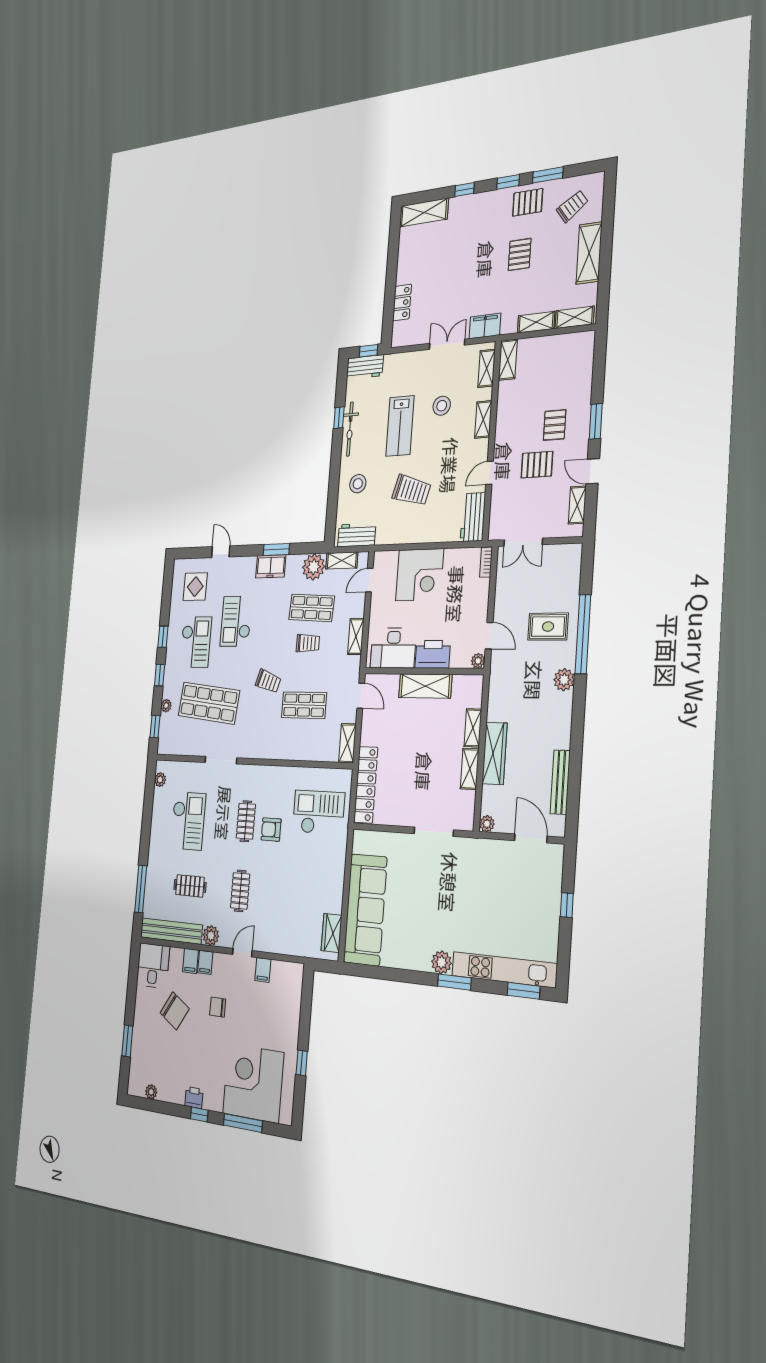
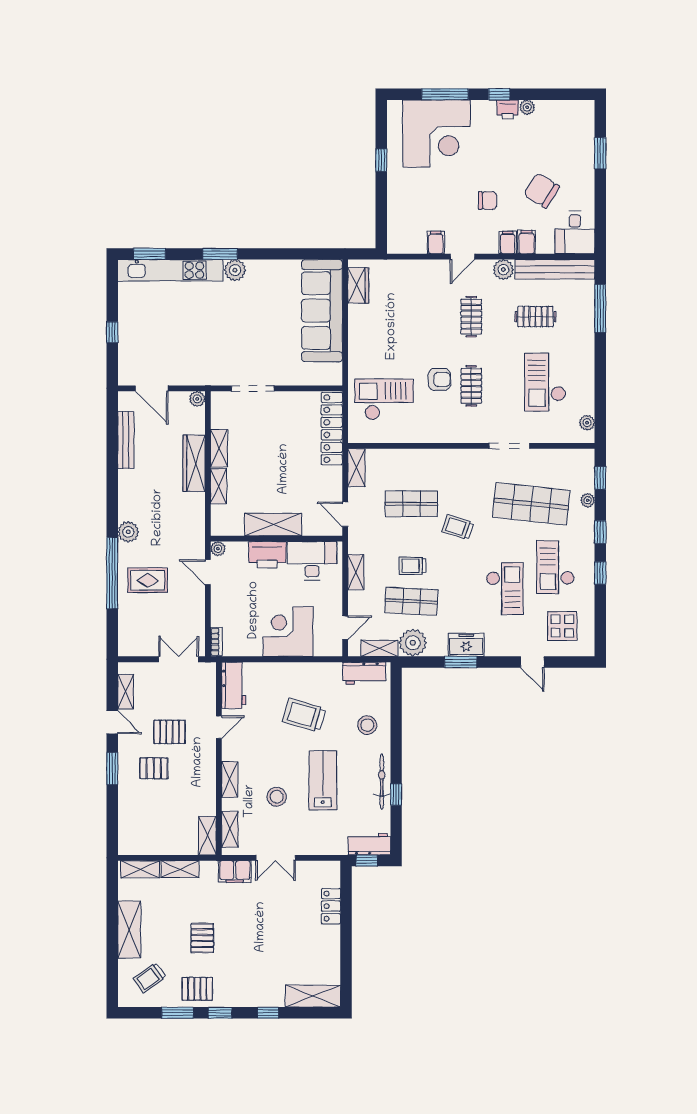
pallet: (555, 425) -> (154, 768), turned 90
checkout: (319, 812) -> (384, 399), turned 180
plant: (151, 1092) -> (527, 107), moved

